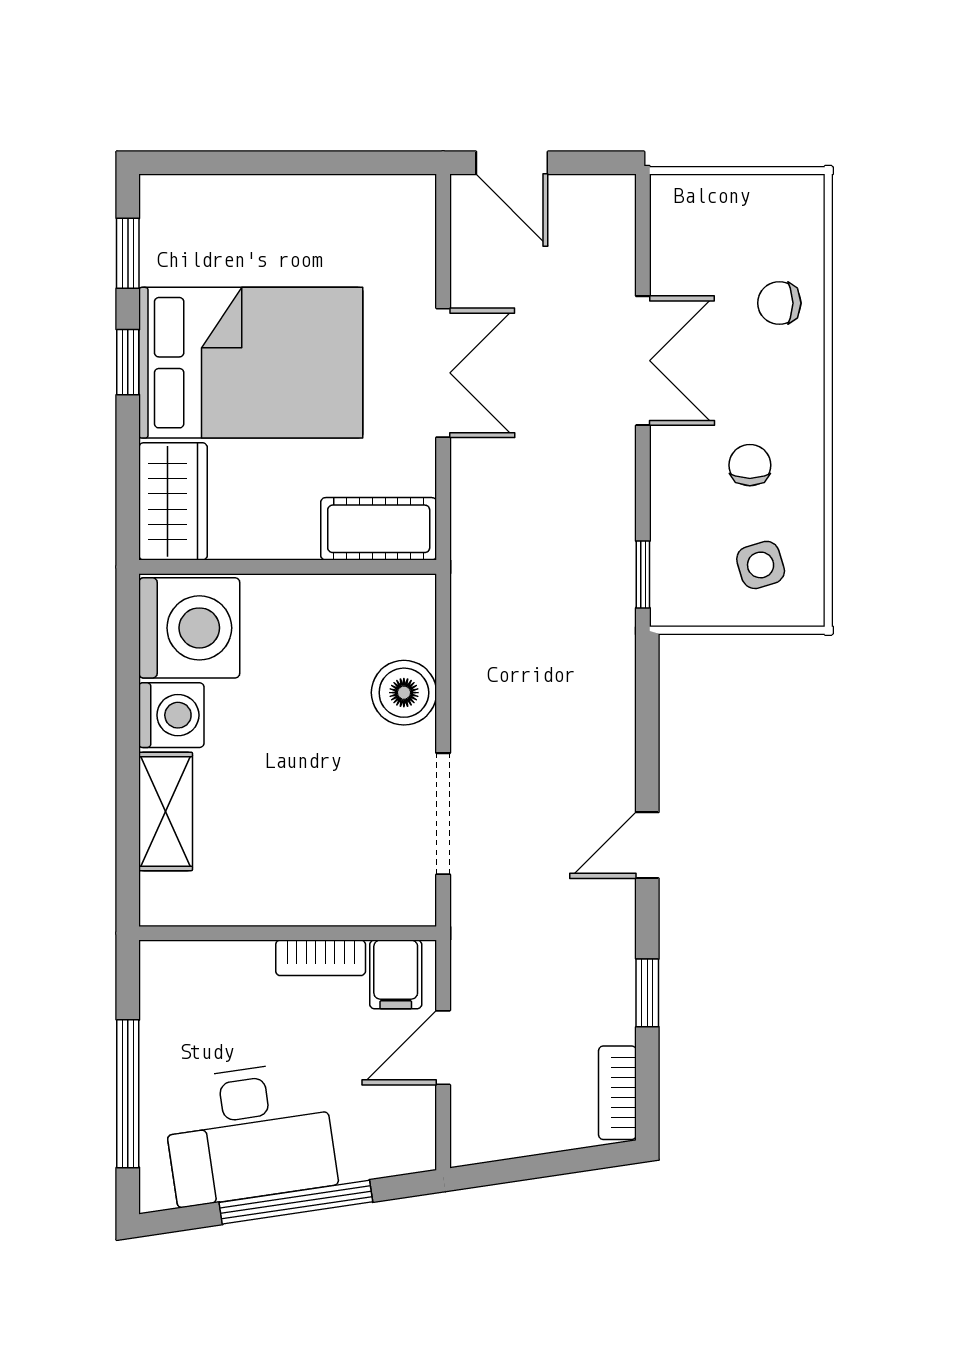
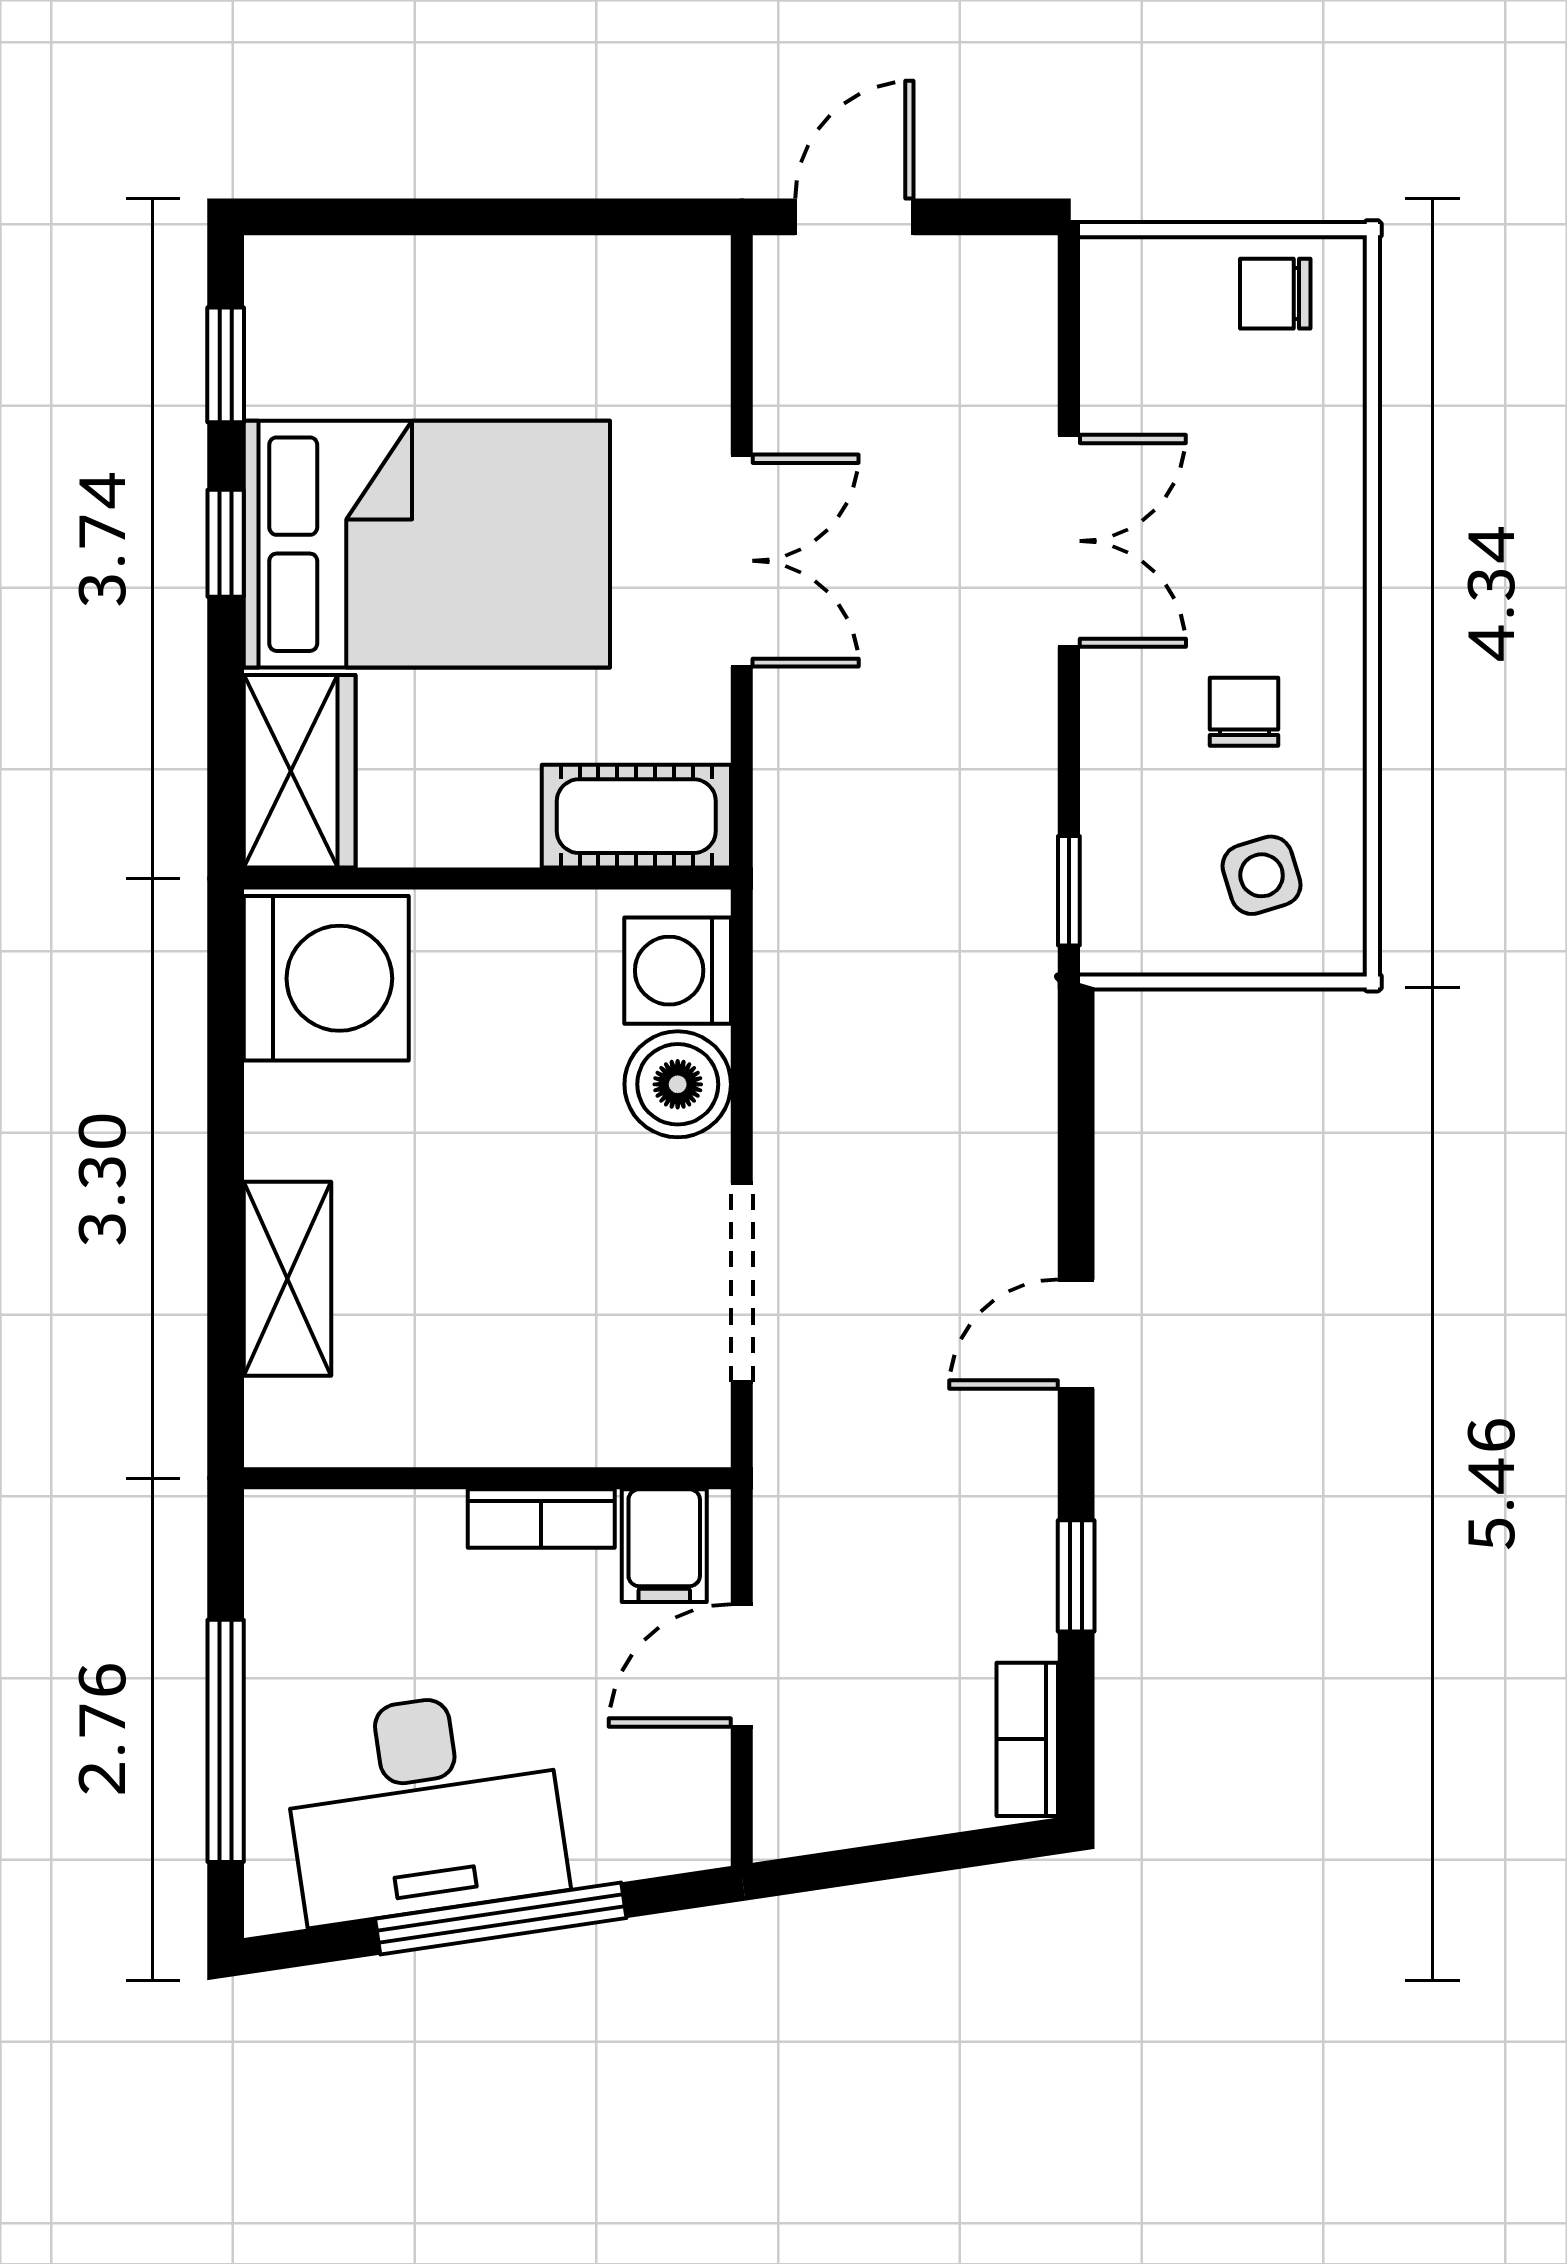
door: (512, 163) -> (854, 217), swing flipped
chair: (779, 303) -> (1275, 294), moved
washing machine: (171, 715) -> (678, 971), moved, turned 180

